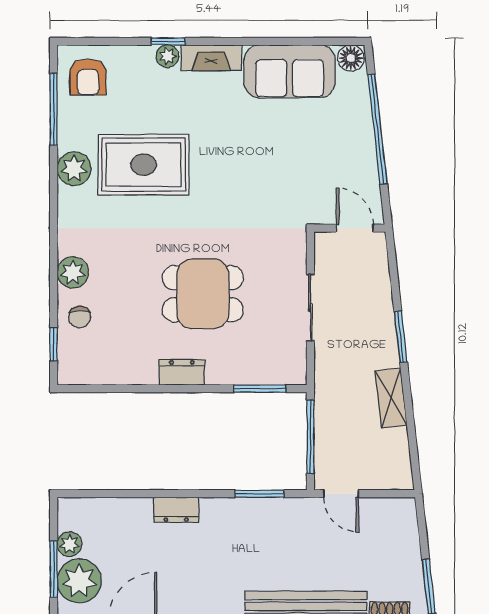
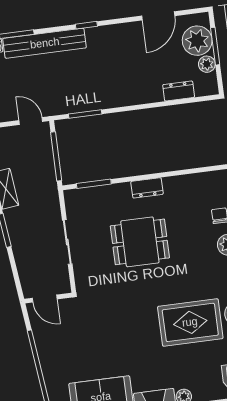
dresser: (176, 510) -> (179, 91), moved

